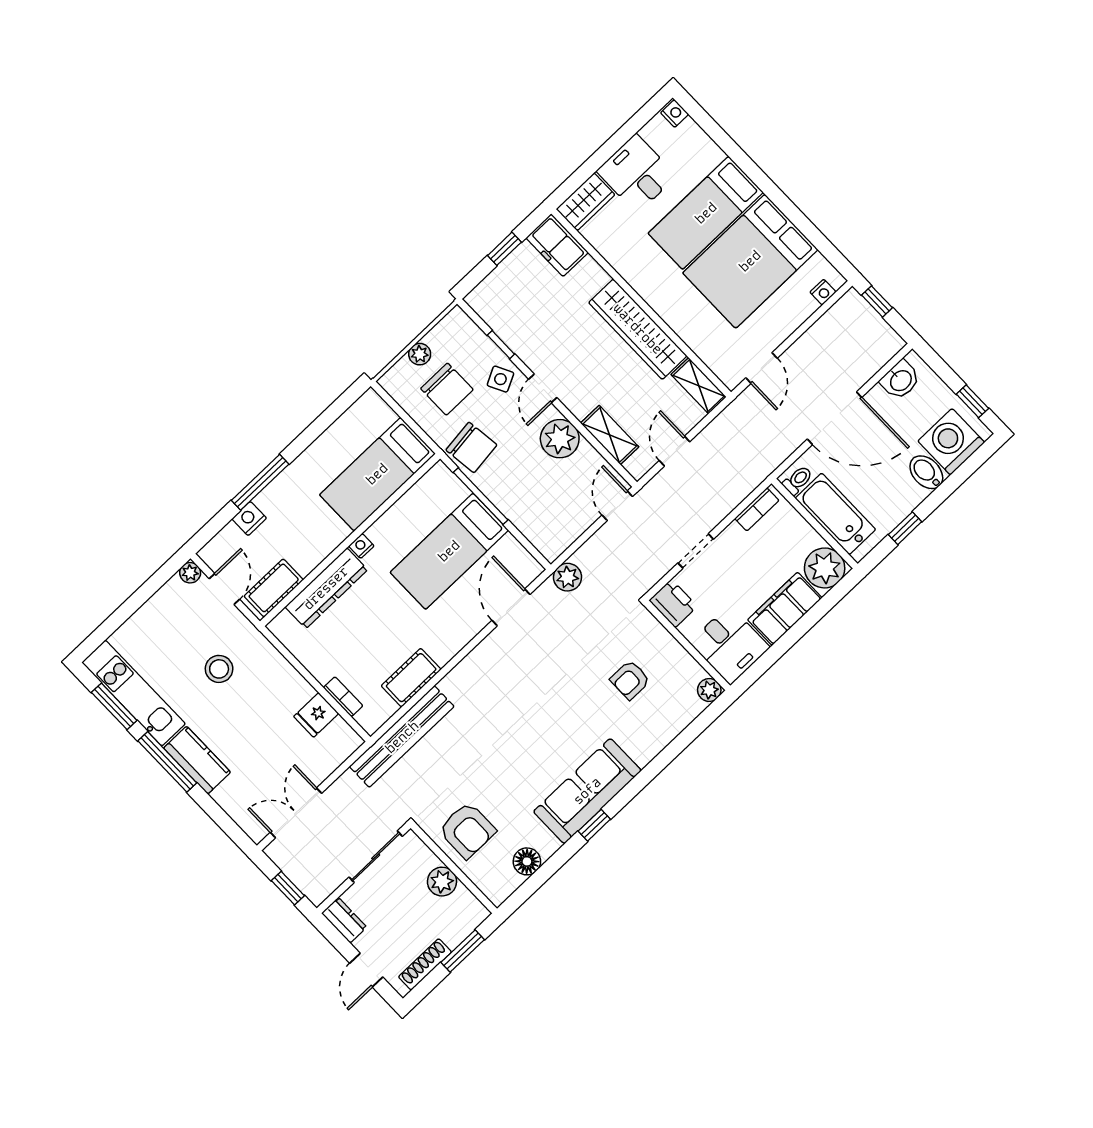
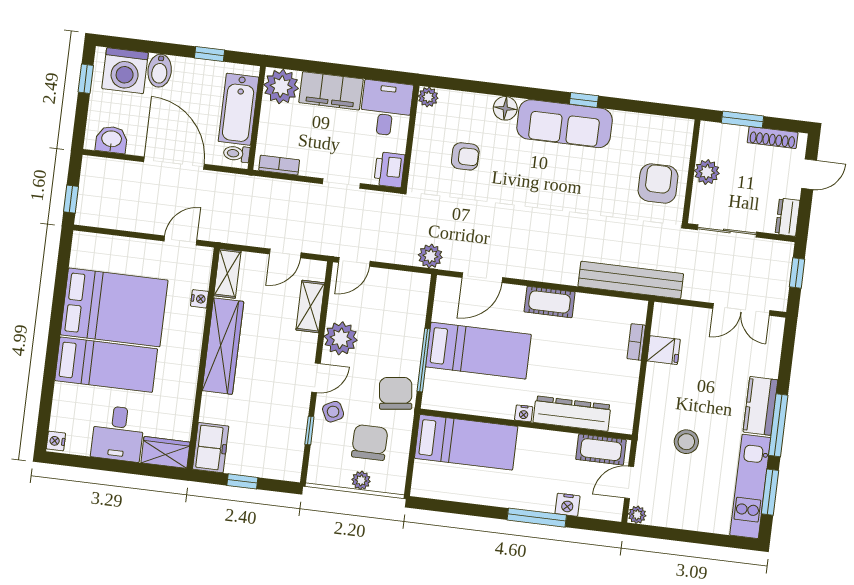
nightstand: (823, 292) -> (200, 299), moved, turned 90
cot: (411, 678) -> (550, 302), moved
floor lamp: (527, 861) -> (505, 108), moved

